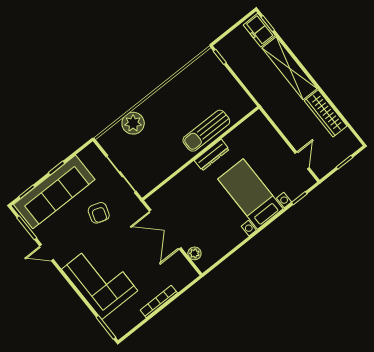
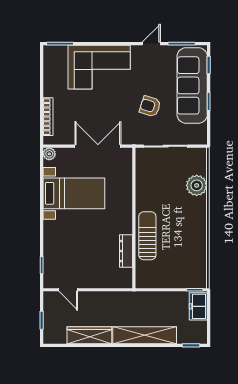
freezer: (259, 30) -> (198, 306), moved, turned -90
dresser: (212, 155) -> (126, 251), moved
bed with nightstands: (250, 194) -> (74, 193), moved
plant: (194, 253) -> (49, 154), moved
bookcase: (159, 301) -> (48, 117), moved

